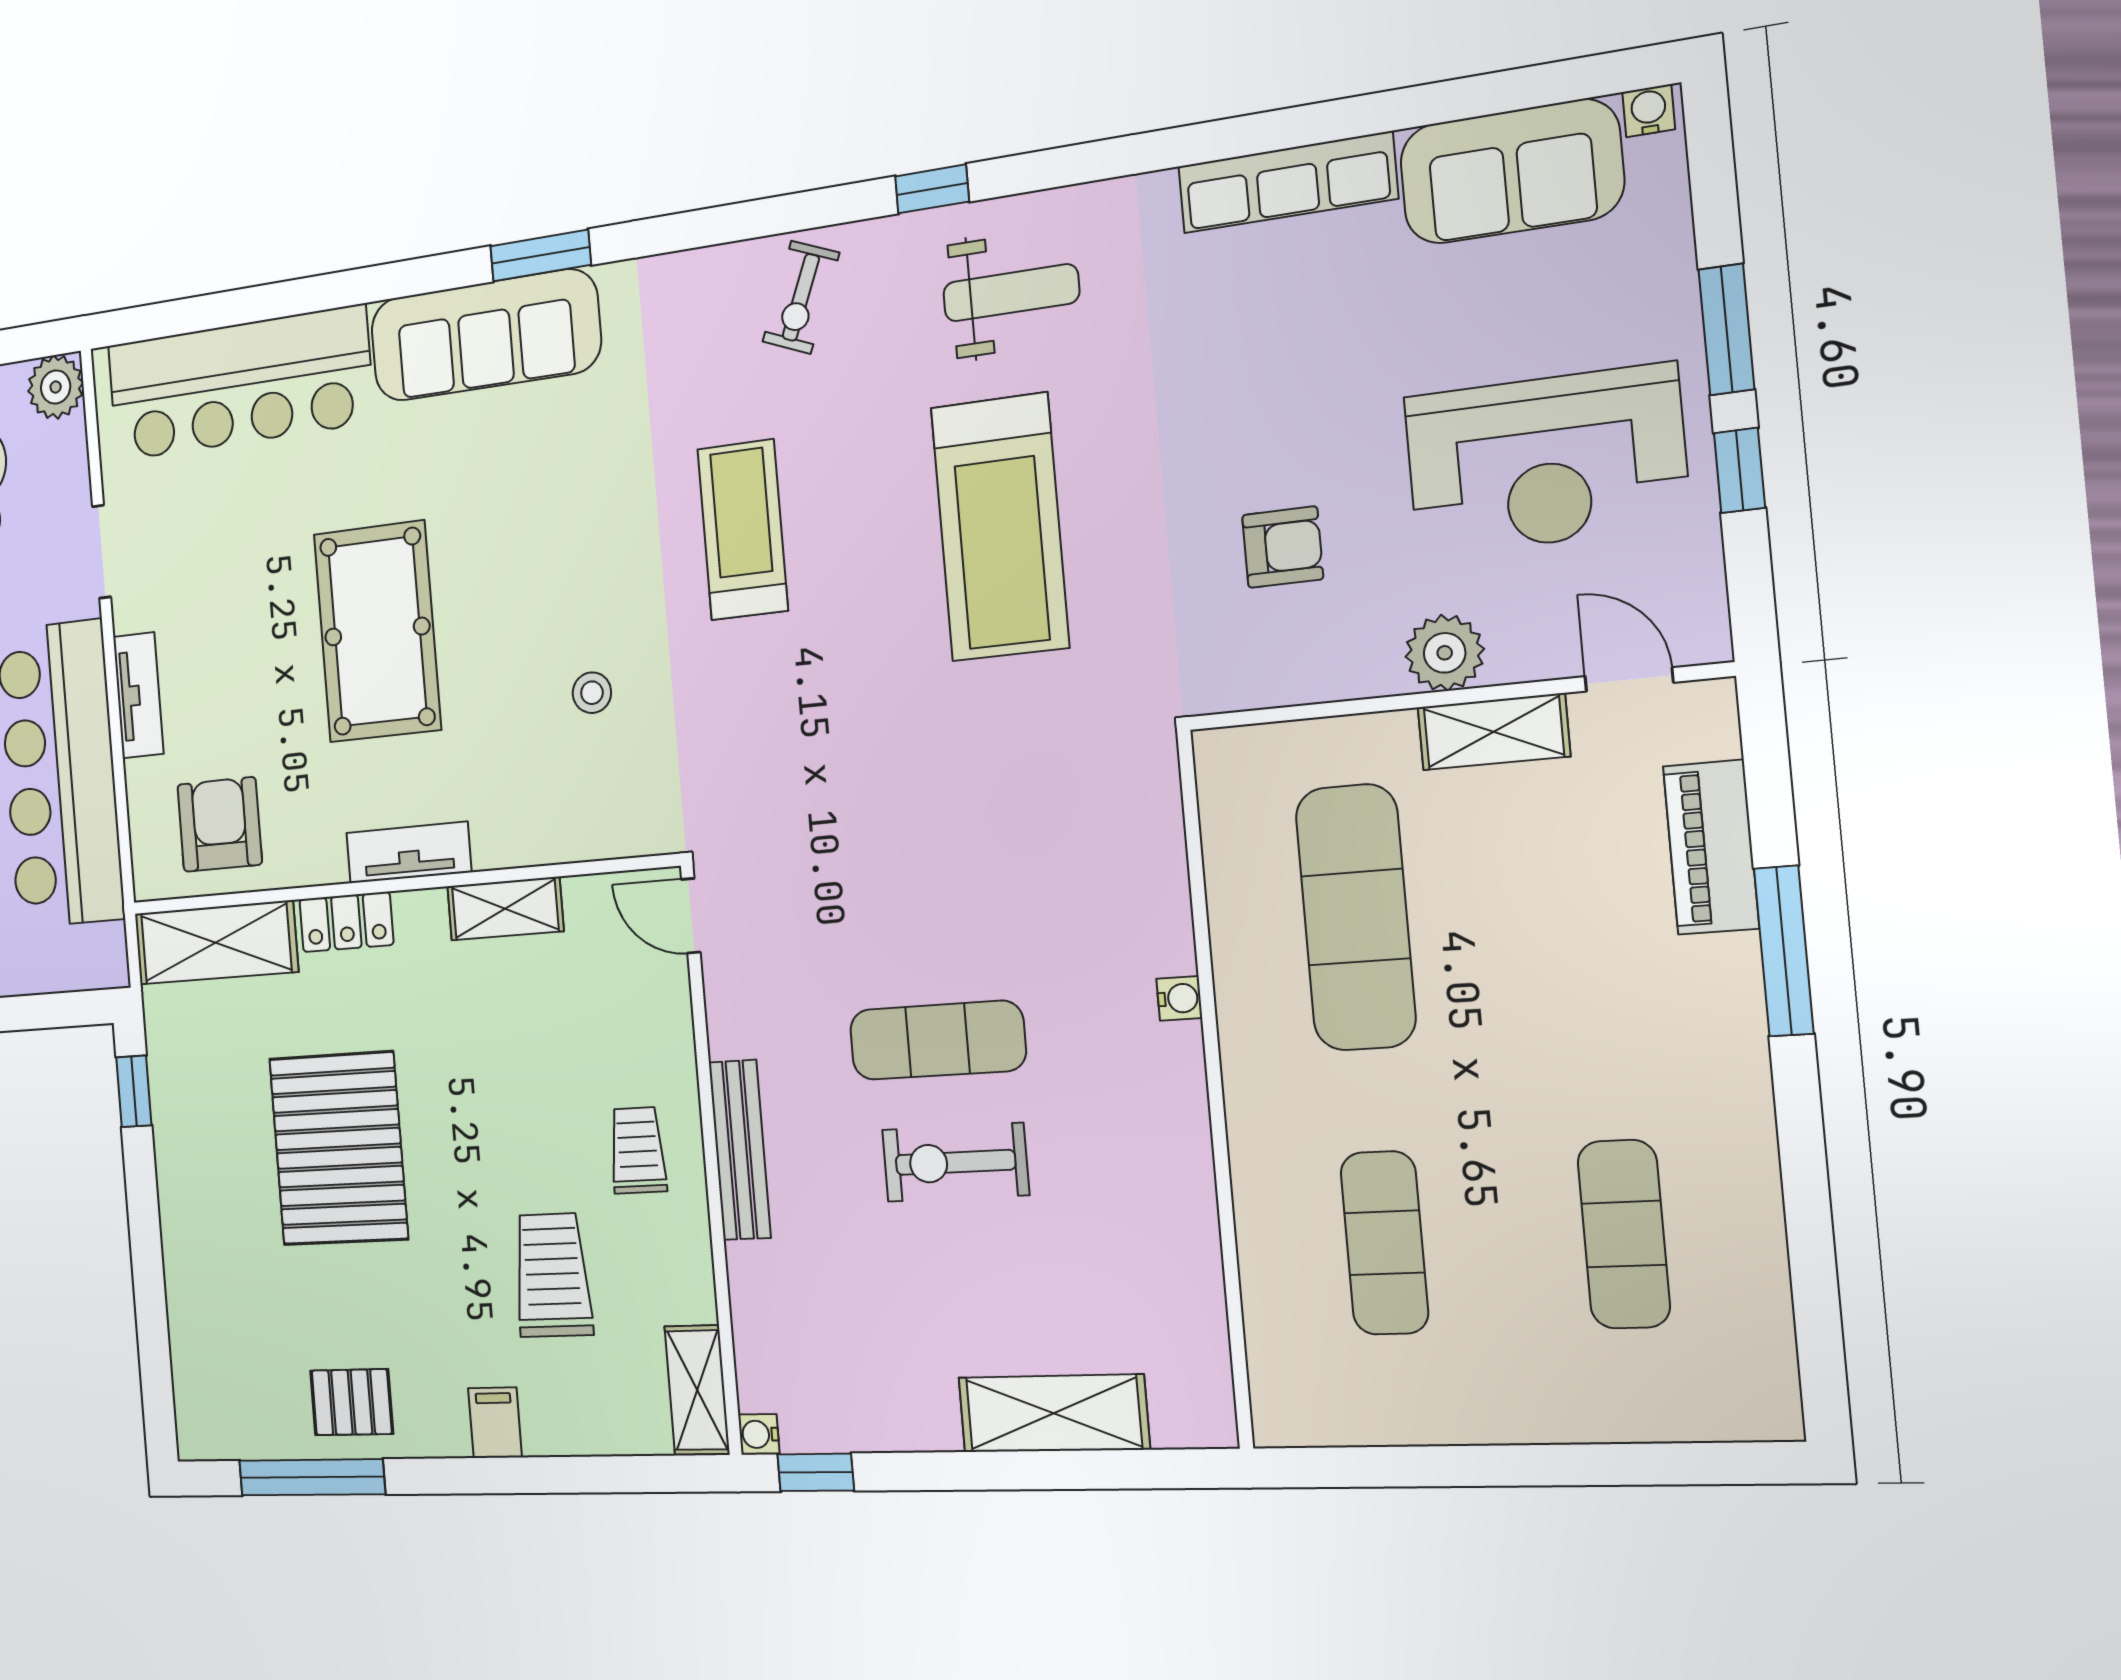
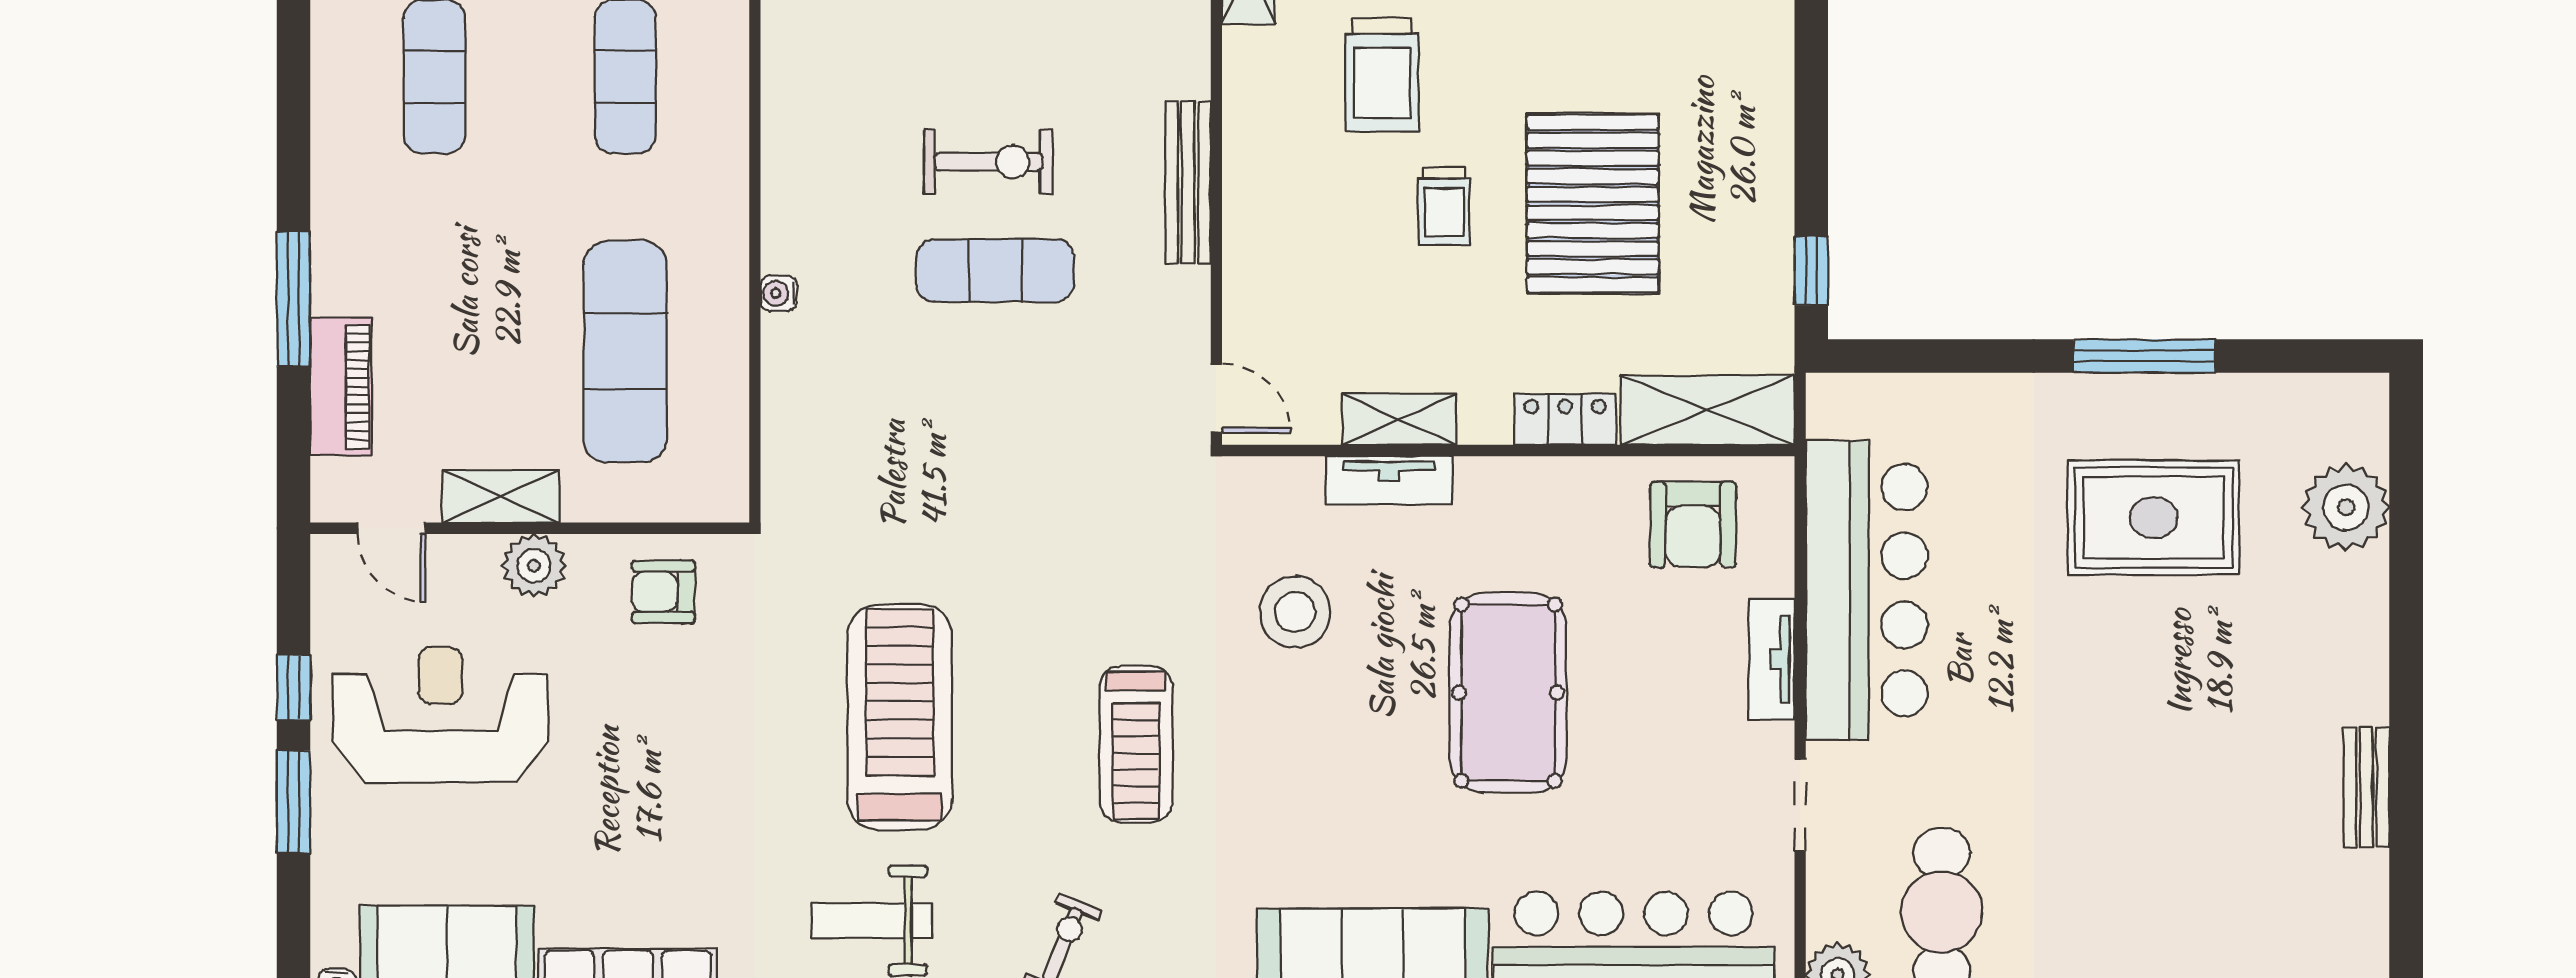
armchair: (1283, 547) -> (663, 592), moved
stool: (592, 693) -> (1295, 612), width x1.89, depth x1.89
tv unit: (409, 852) -> (1389, 480), moved
trolley: (638, 1150) -> (1444, 207), moved

